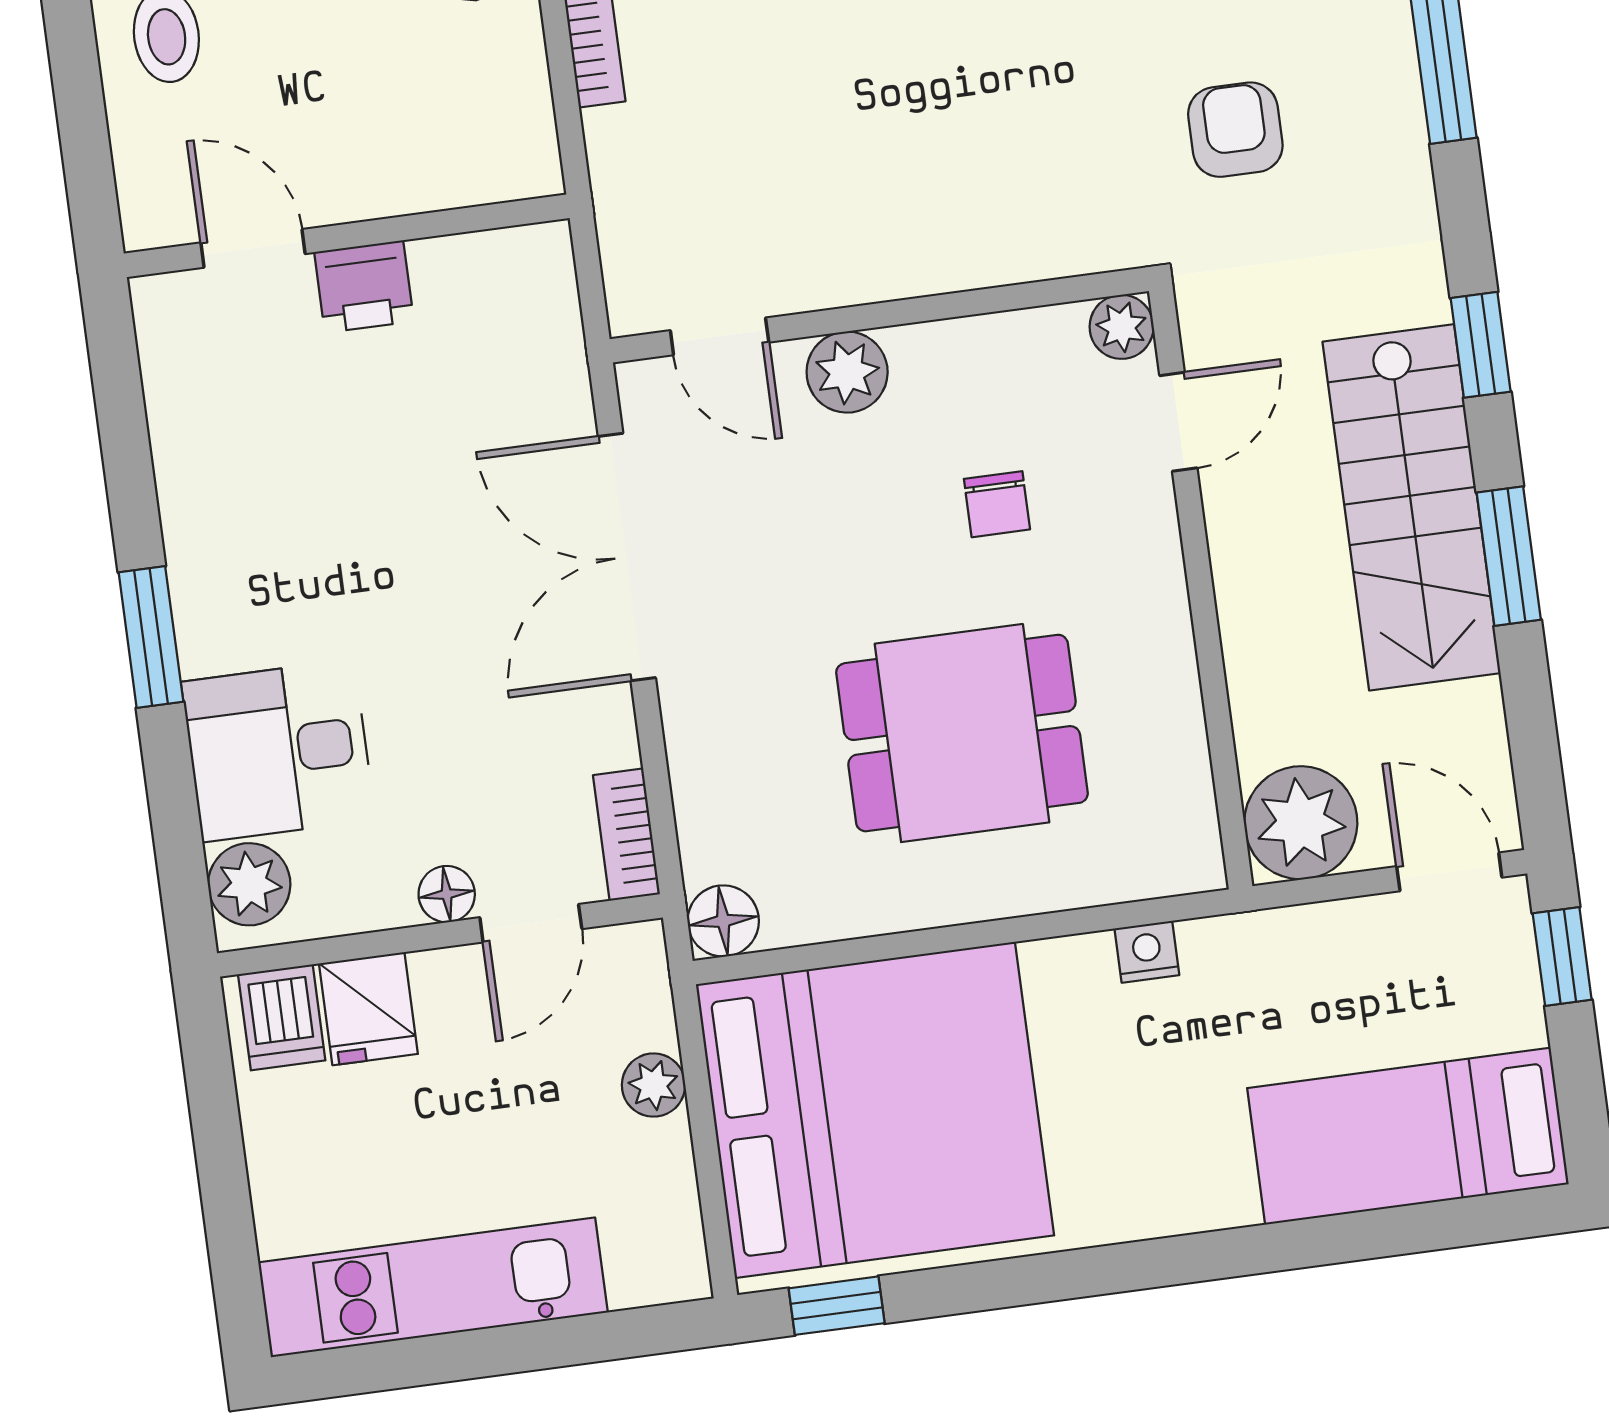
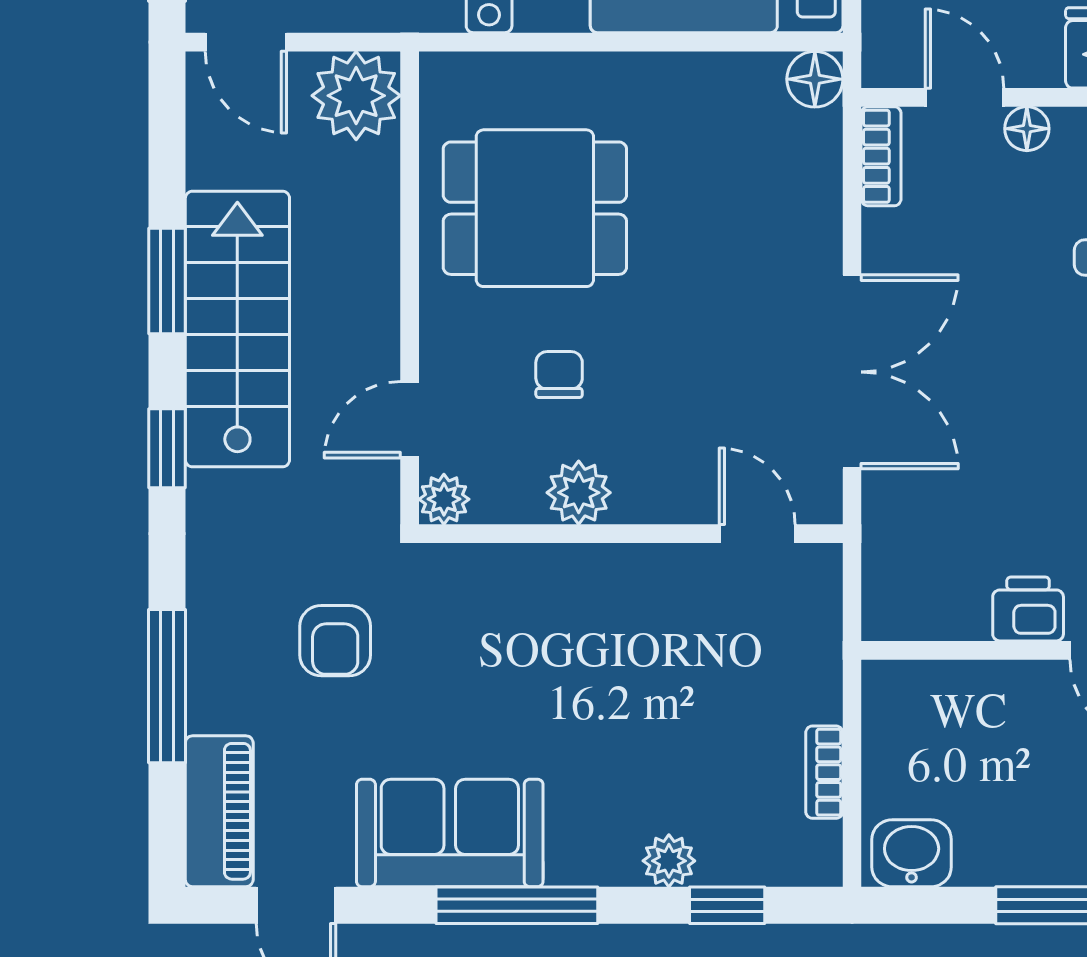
plant: (847, 372) -> (579, 493), moved
dining table: (962, 733) -> (535, 208), moved
door: (531, 923) -> (965, 97), hinge flipped

